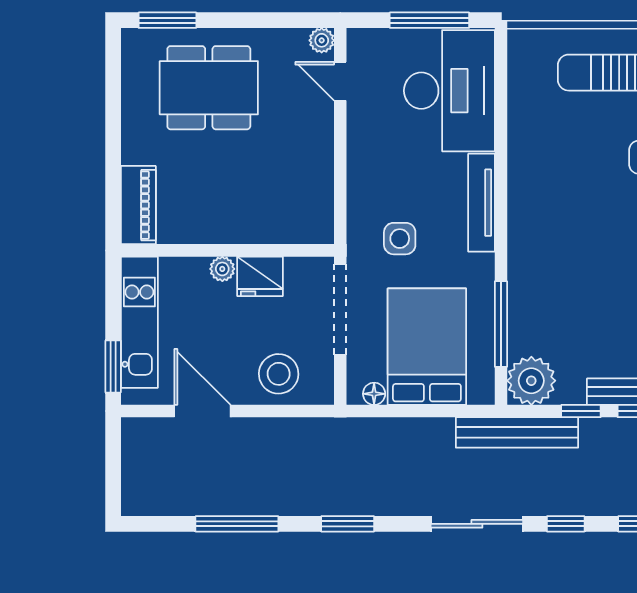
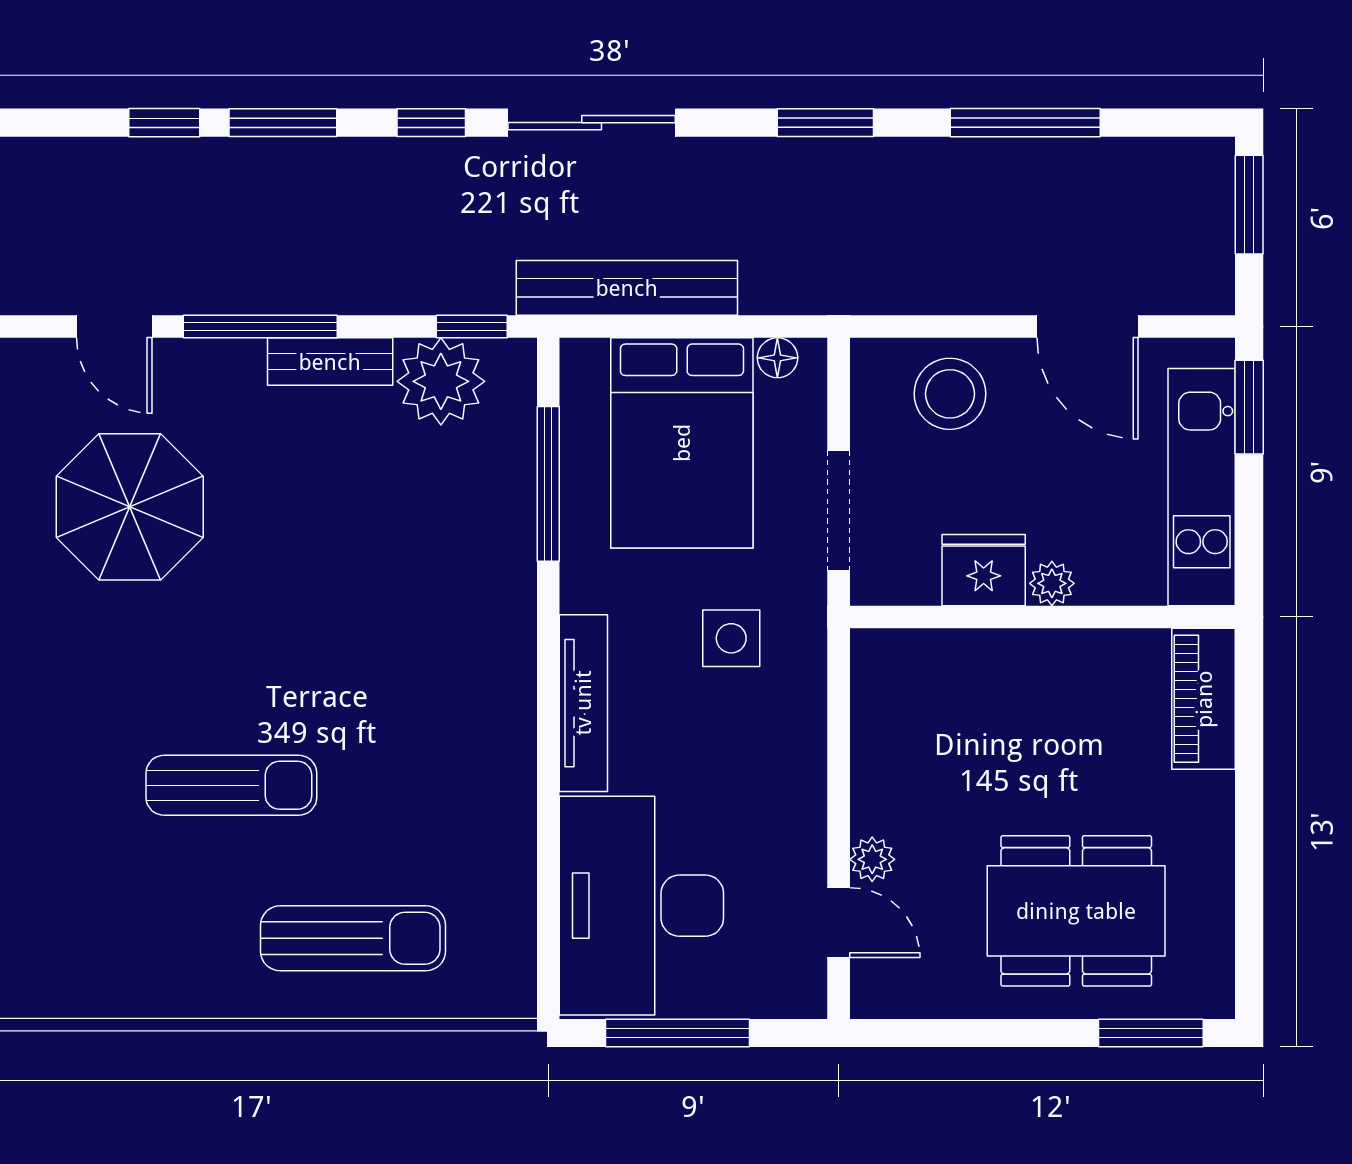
plant: (322, 40) -> (872, 859), moved
doorway: (340, 309) -> (839, 511), width x0.73
plant: (531, 381) -> (441, 381), moved
window: (581, 411) -> (472, 327), moved
bench: (517, 432) -> (627, 288), moved
window: (113, 479) -> (1249, 205), added

